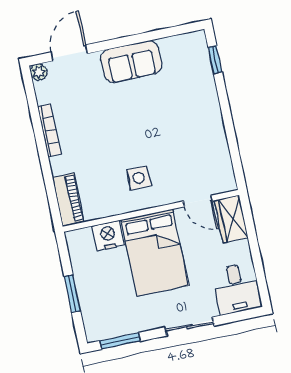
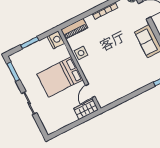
side table: (139, 178) -> (81, 53), moved
nightstand: (108, 235) -> (56, 40), moved
desk: (237, 289) -> (53, 121), removed

